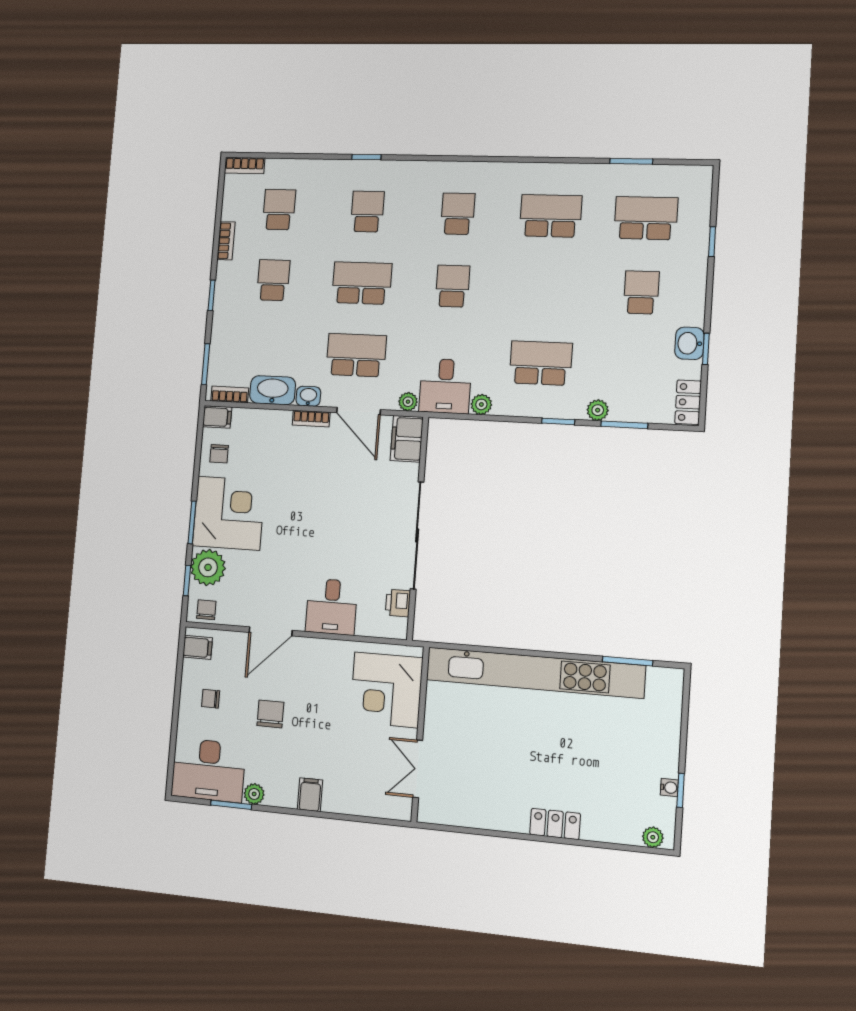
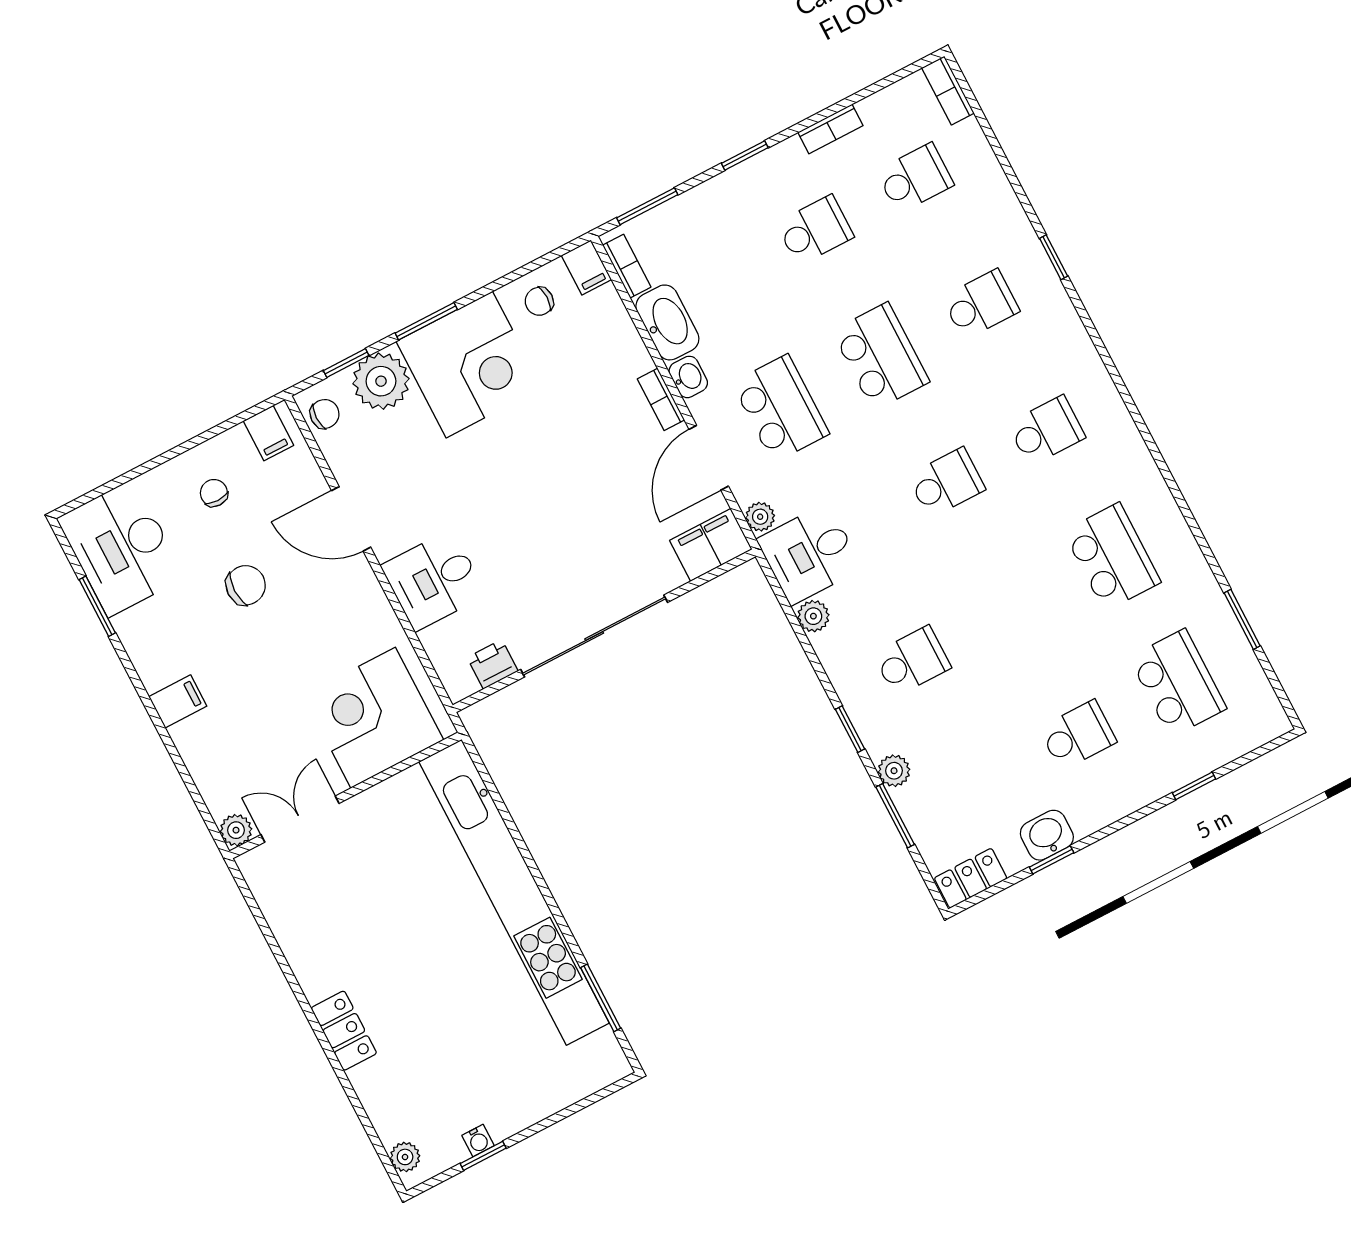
school desk: (541, 363) -> (912, 661), width x0.54
plant: (254, 794) -> (236, 830), moved

